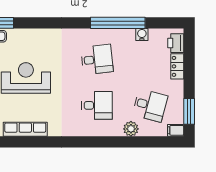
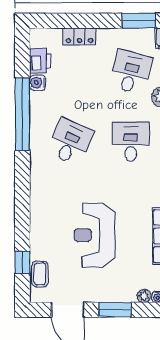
printer: (176, 43) -> (40, 61), moved, turned -90
desk: (97, 59) -> (70, 142), turned 30

